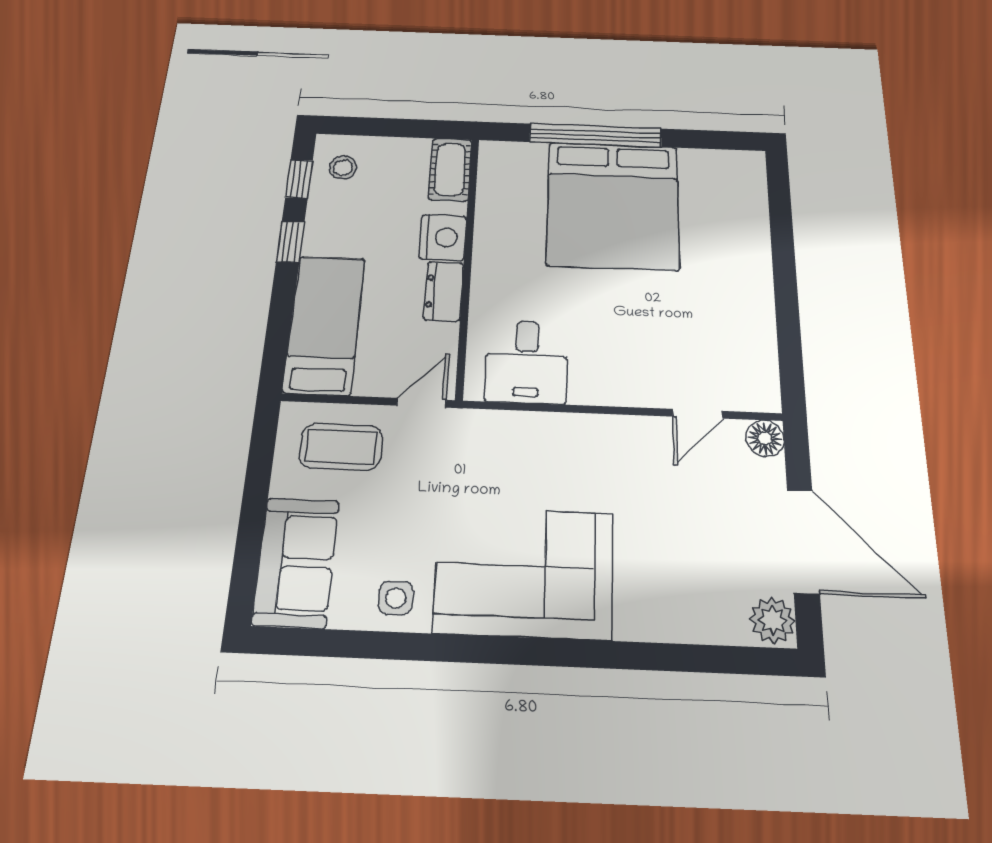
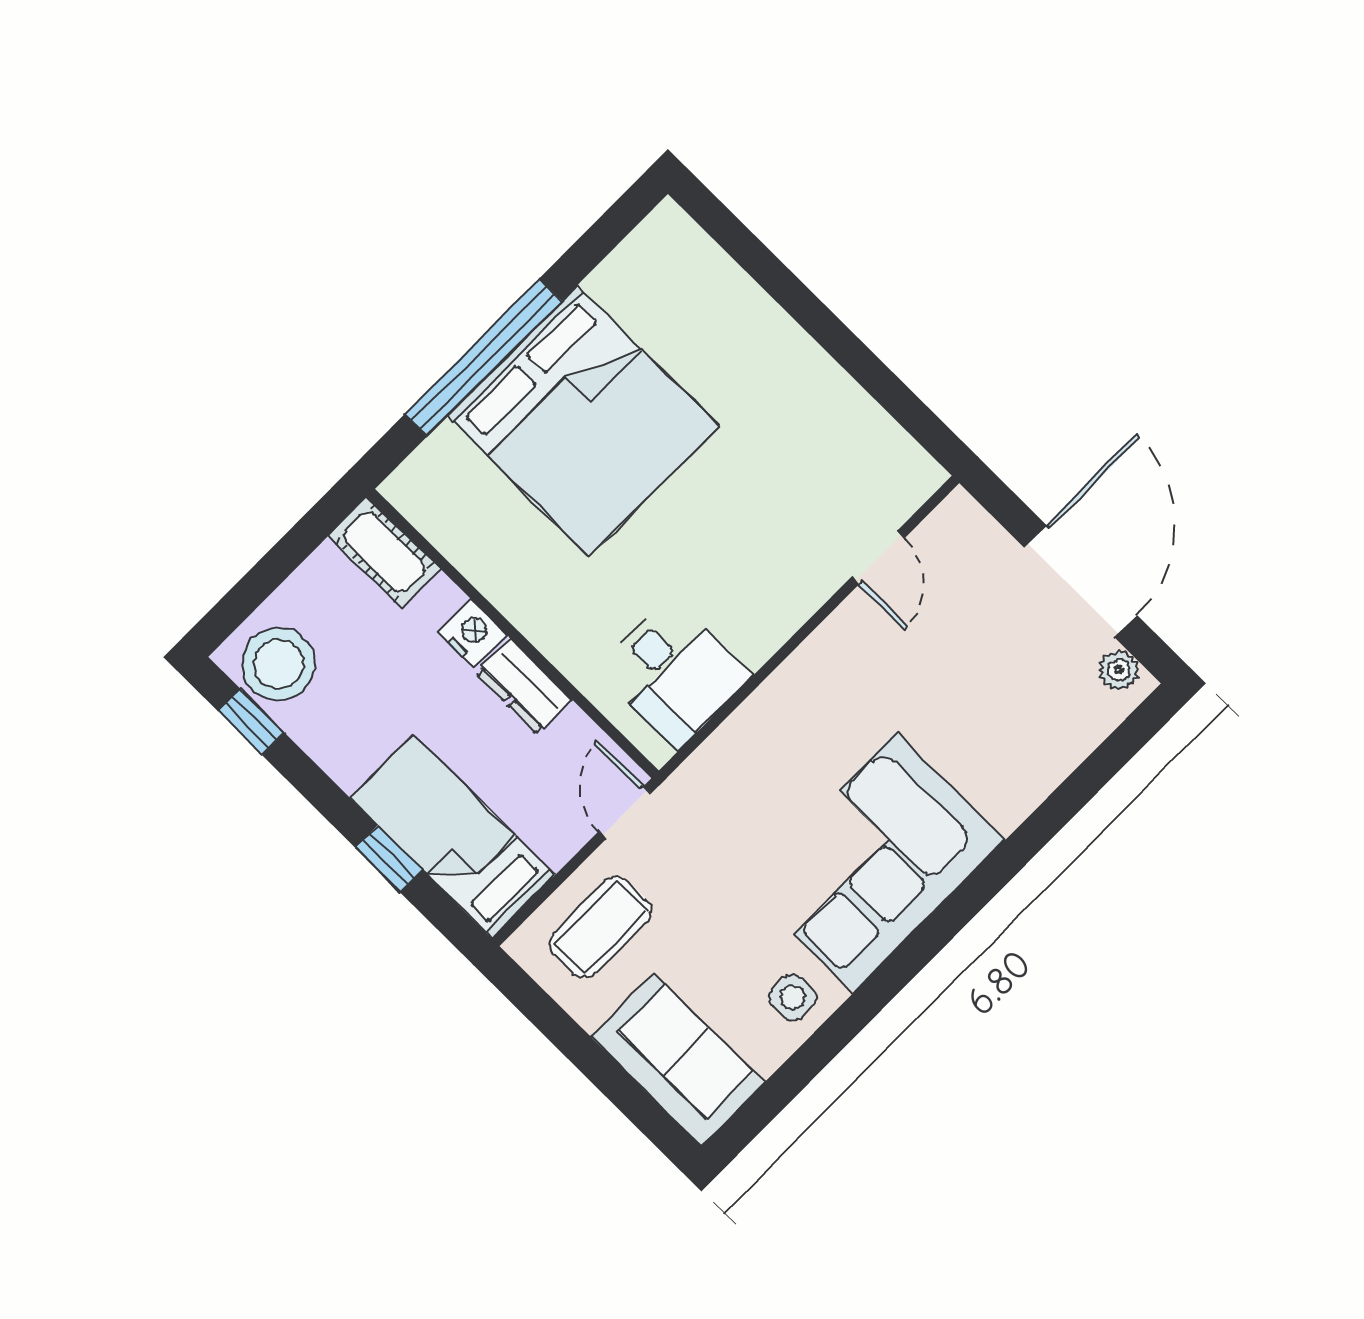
stool: (343, 168) -> (278, 664), width x1.89, depth x1.89
nightstand: (443, 237) -> (472, 633), width x0.74, depth x0.75
window: (290, 242) -> (389, 859), moved
floor lamp: (765, 438) -> (959, 517), removed
door: (803, 541) -> (1081, 581), hinge flipped
plant: (773, 620) -> (1119, 670), width x0.73, depth x0.73

